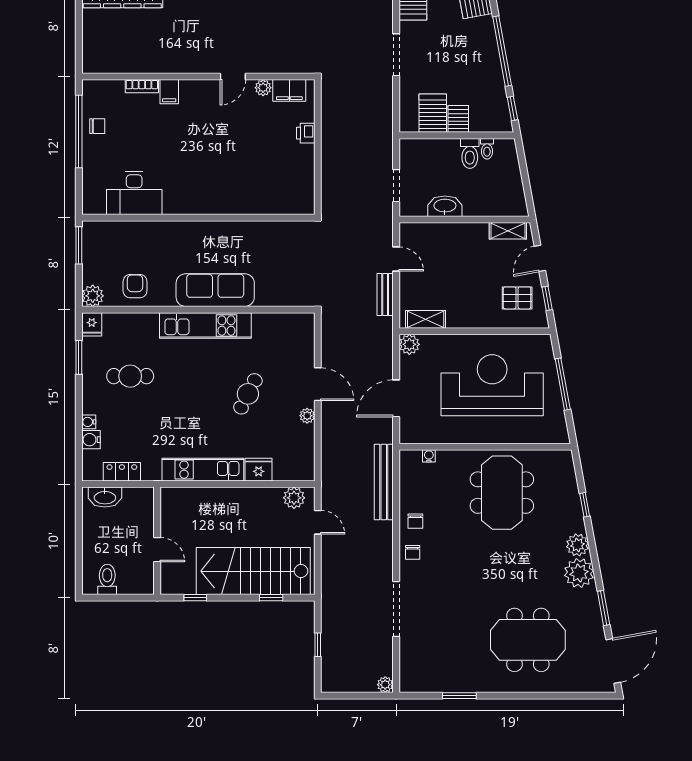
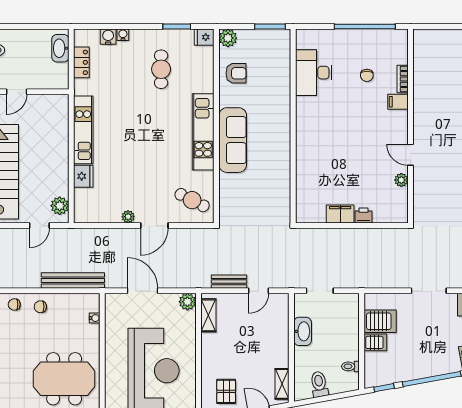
filing cabinet: (289, 90) -> (340, 214), moved, turned 90
chair: (97, 126) -> (367, 75), moved
toilet: (470, 153) -> (319, 384), moved, turned 80
cafe table: (248, 394) -> (192, 200), moved

